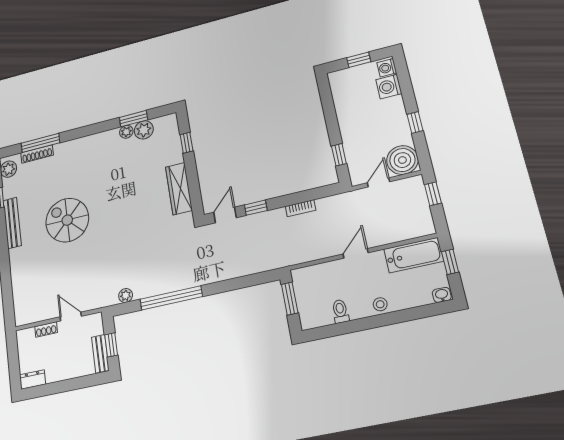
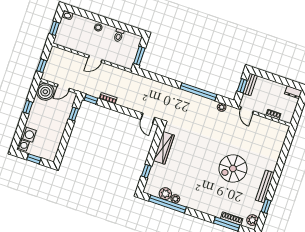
window: (134, 119) -> (168, 204), width x2.11
window: (256, 208) -> (91, 99), moved
door: (225, 215) -> (148, 118), hinge flipped
spiral stairs: (67, 220) -> (233, 168), turned 90
bathtub: (414, 255) -> (69, 42), removed
door: (71, 317) -> (247, 110), moved

